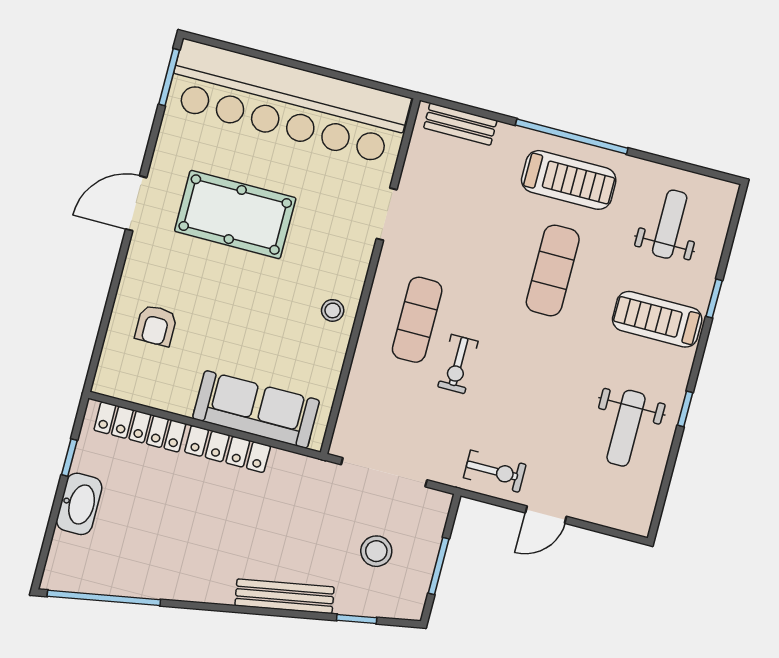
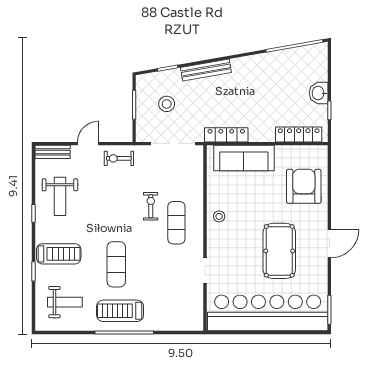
bench: (460, 124) -> (53, 152), moved
pool table: (235, 215) -> (279, 251), turned 90
weight bench: (670, 224) -> (65, 302), turned -90
armchair: (156, 325) -> (304, 186), width x1.88, depth x1.88
weight bench: (626, 428) -> (60, 196), turned 180
locker: (228, 449) -> (226, 135), moved
washbasin: (79, 504) -> (319, 93), width x0.72

